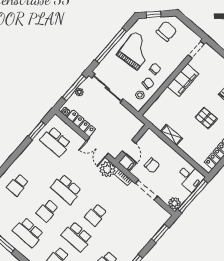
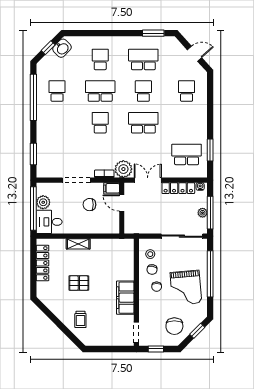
window: (193, 27) -> (156, 349), added
shelving: (171, 135) -> (78, 244), moved
plant: (175, 203) -> (43, 202), moved

